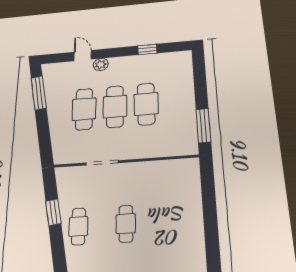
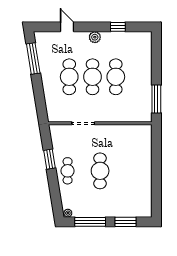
plant: (101, 65) -> (95, 37), moved
cafe table: (126, 224) -> (100, 171), width x1.37, depth x1.35

